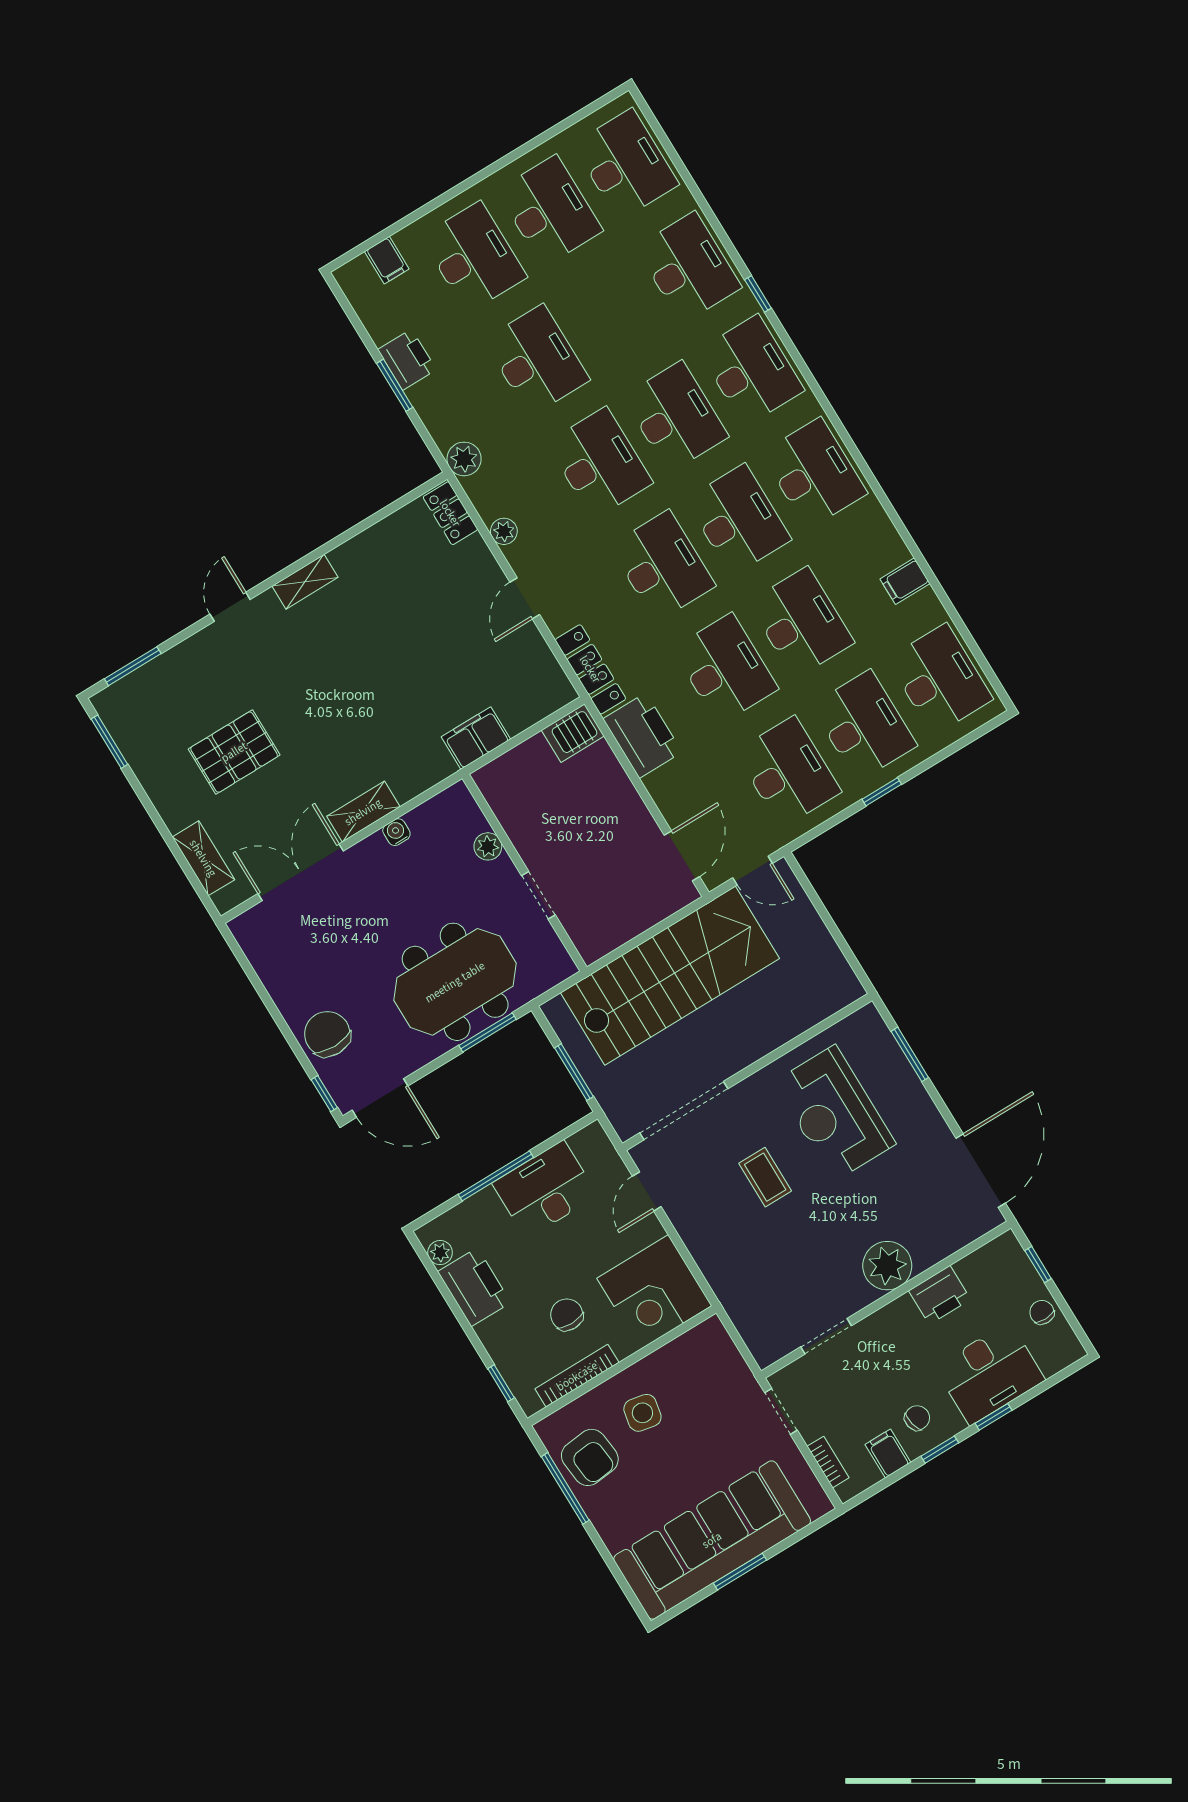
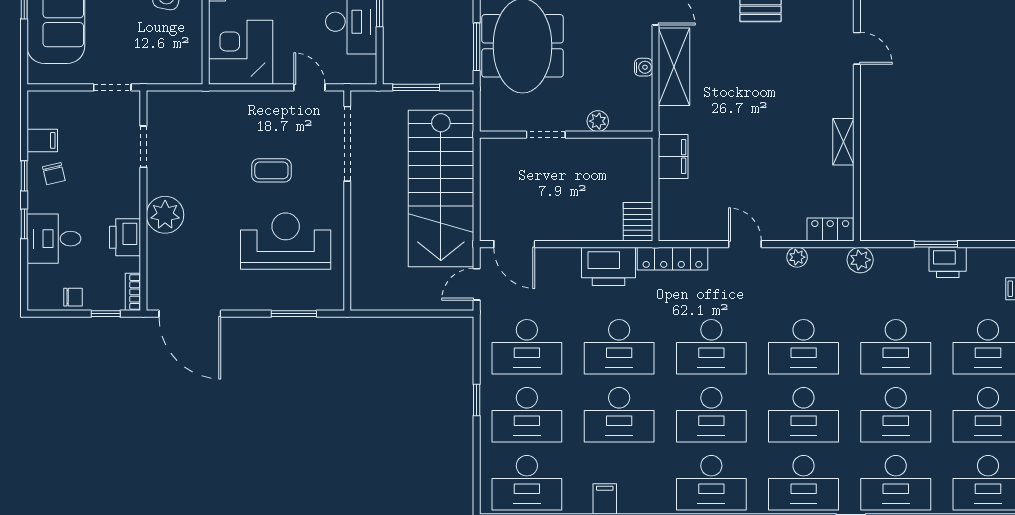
desk: (613, 314) -> (896, 415), added
shelving: (305, 582) -> (843, 142), moved
shelving: (363, 812) -> (674, 67), width x1.50, depth x1.33
desk: (990, 1374) -> (54, 239), width x0.73
bookcase: (828, 1462) -> (133, 292), moved, turned 90

